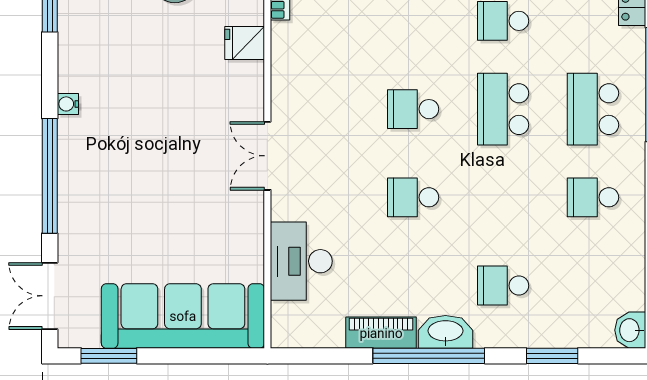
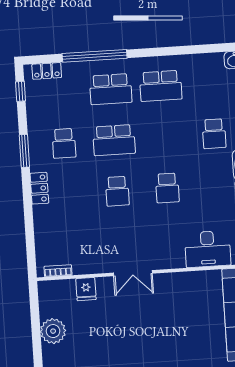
double door: (267, 156) -> (133, 273), moved
school desk: (593, 197) -> (161, 86), width x1.85

